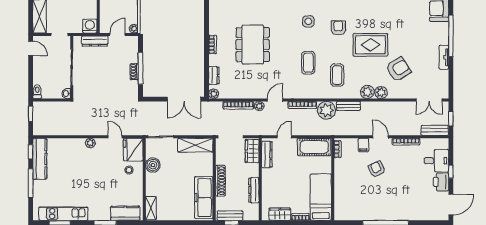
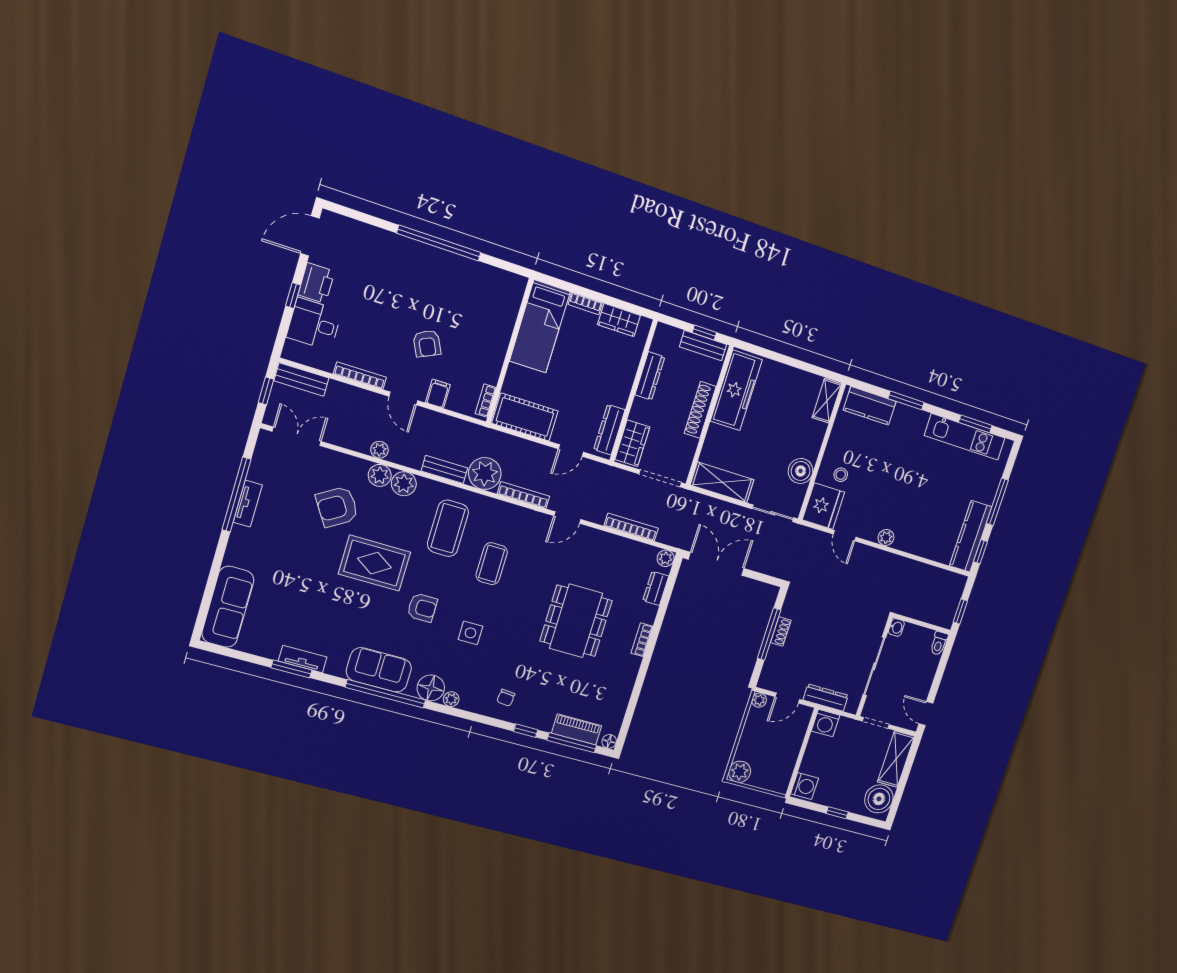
armchair: (338, 28) -> (422, 608), turned -90
window: (451, 36) -> (236, 495), moved
coffee table: (337, 75) -> (448, 528), width x1.36, depth x1.32
plant: (259, 106) -> (379, 450), moved

